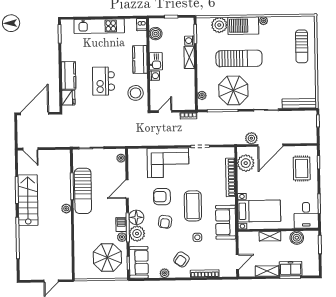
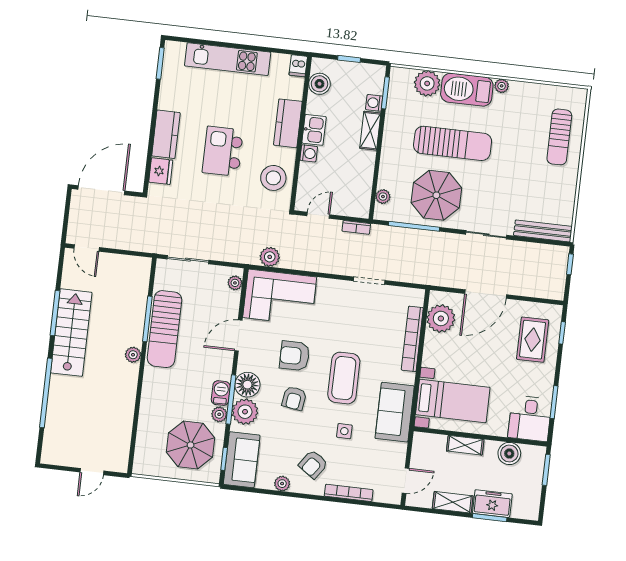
plant: (251, 138) -> (270, 257), moved
corner sofa: (168, 163) -> (280, 297), moved

